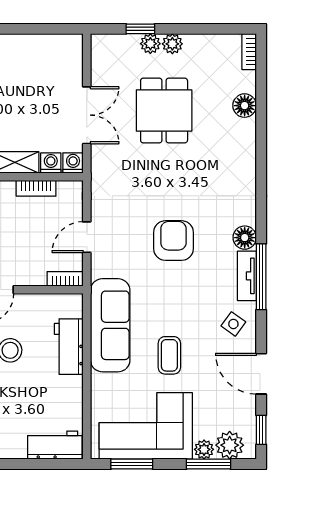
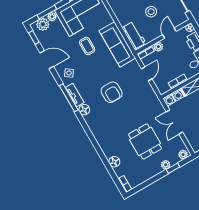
plant: (172, 44) -> (183, 155), moved
plant: (35, 276) -> (158, 47), added
workbench: (69, 347) -> (134, 35), moved

